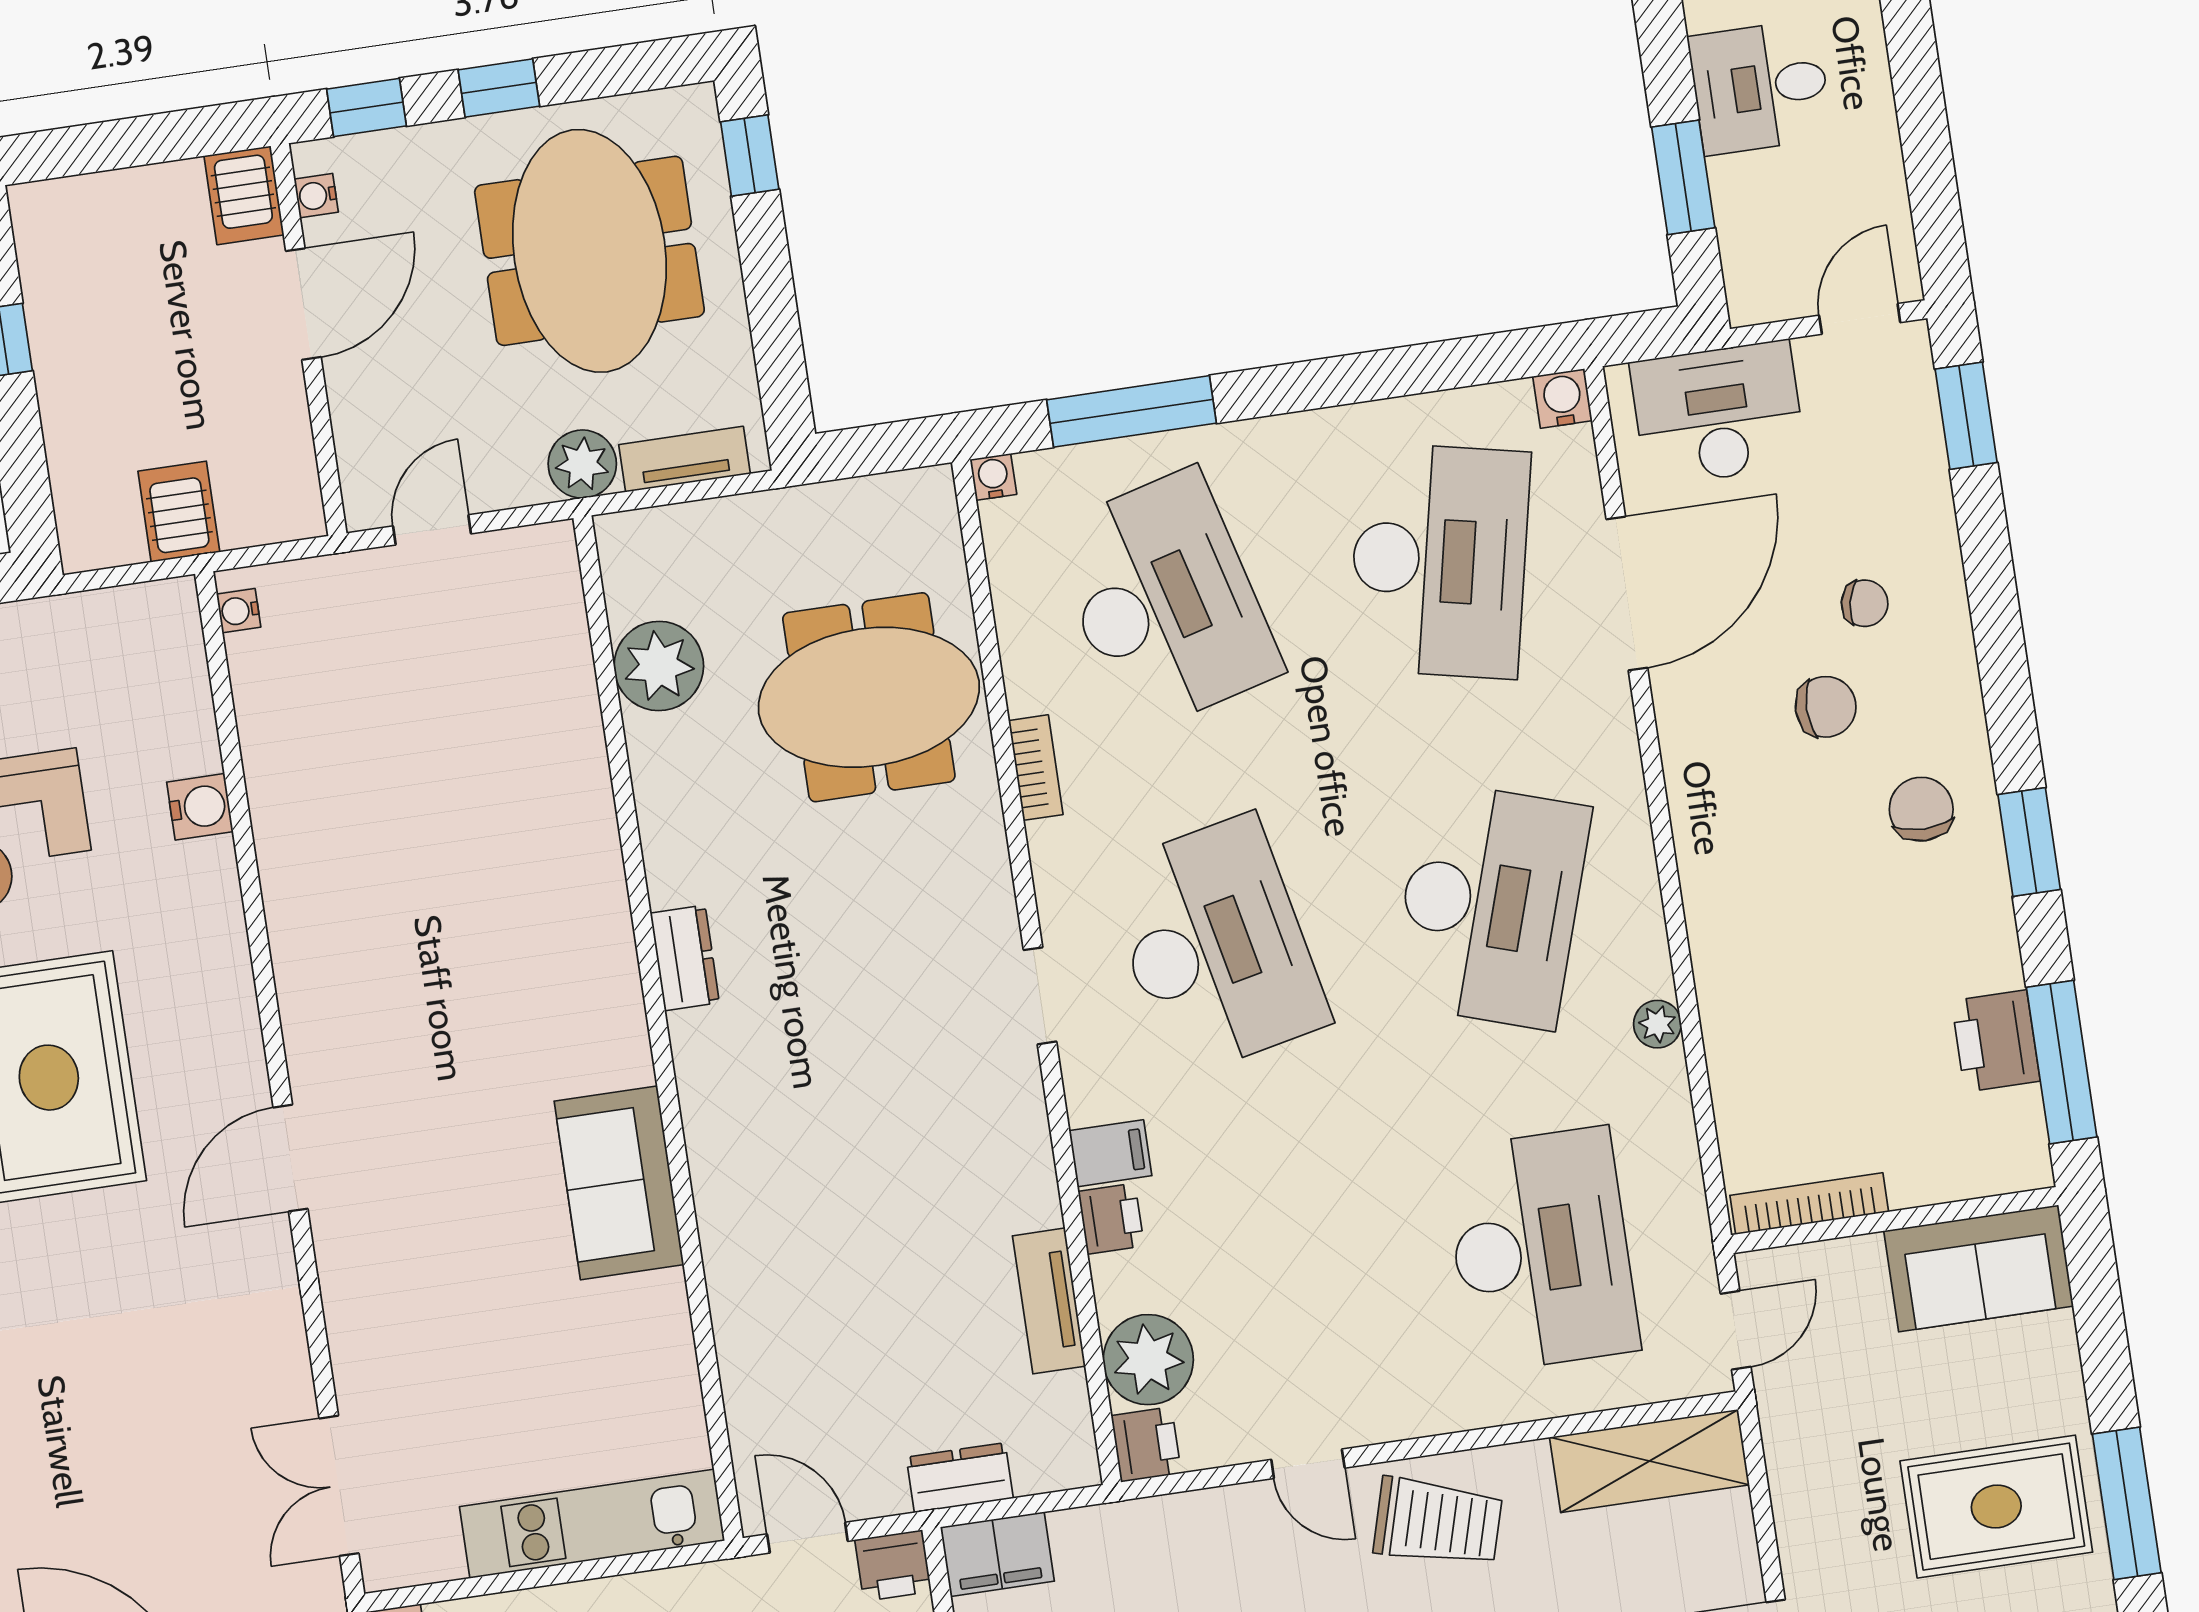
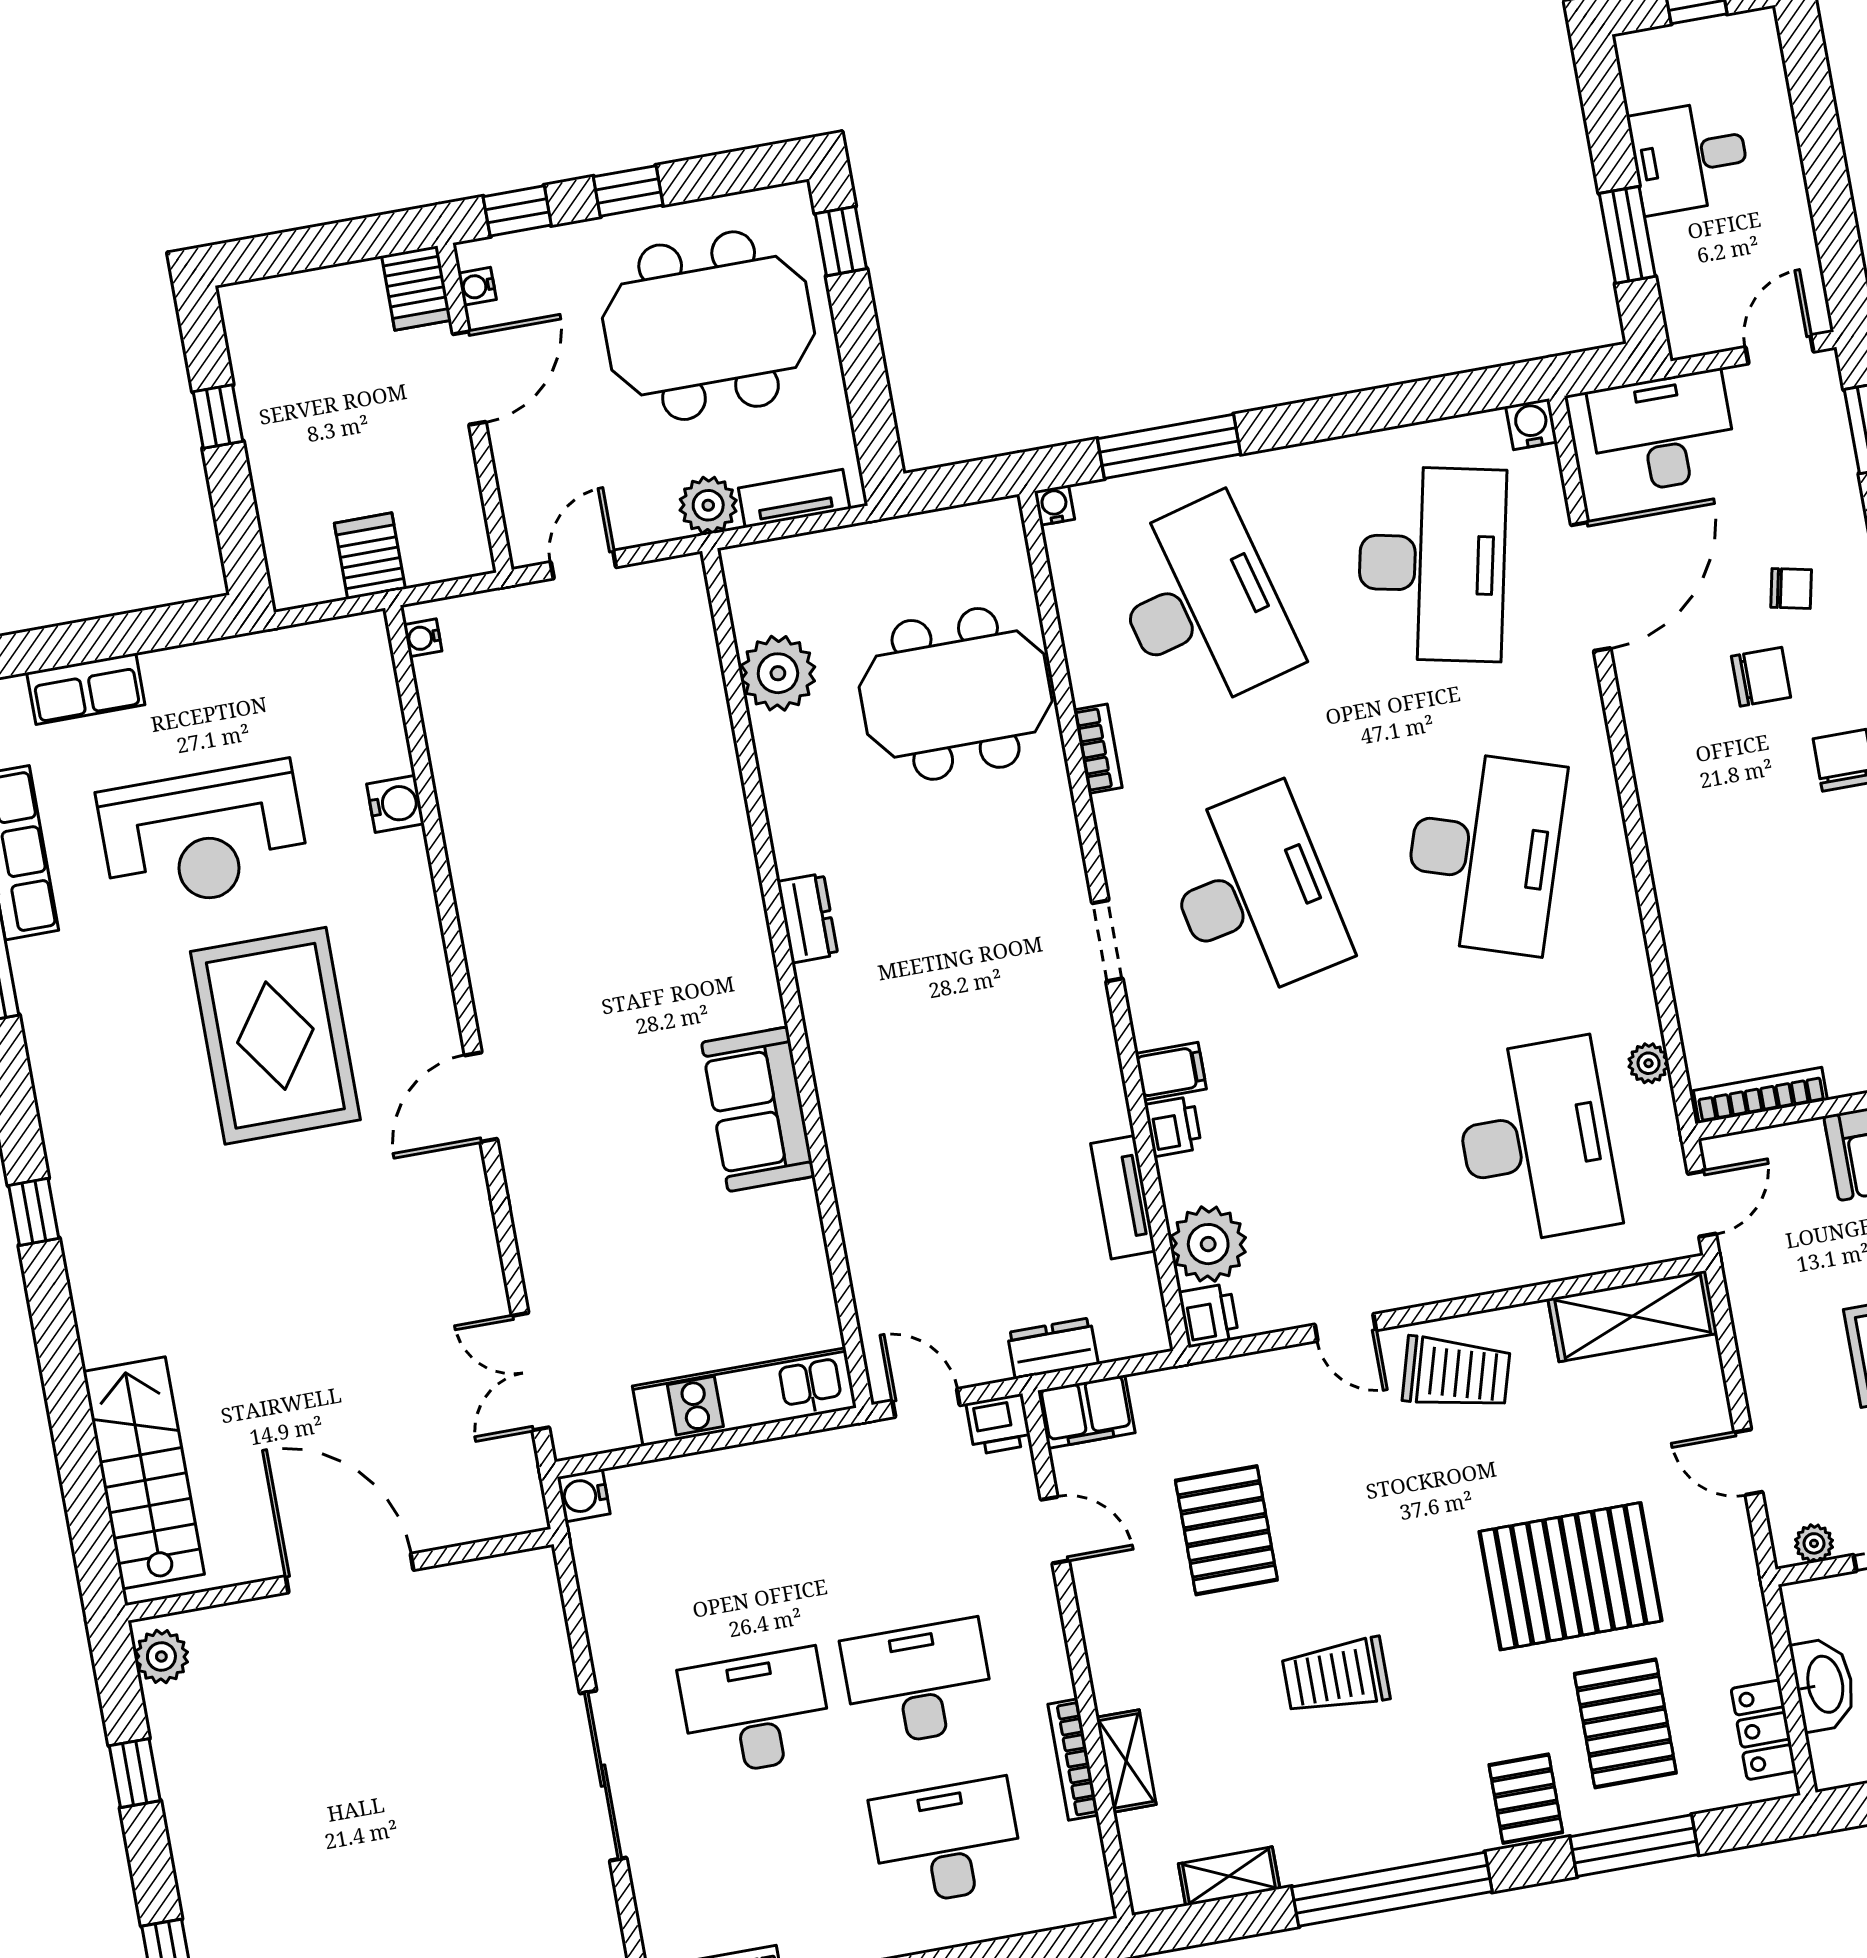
meeting table: (589, 251) -> (709, 326), turned 90
plant: (1657, 1024) -> (1649, 1063), moved

